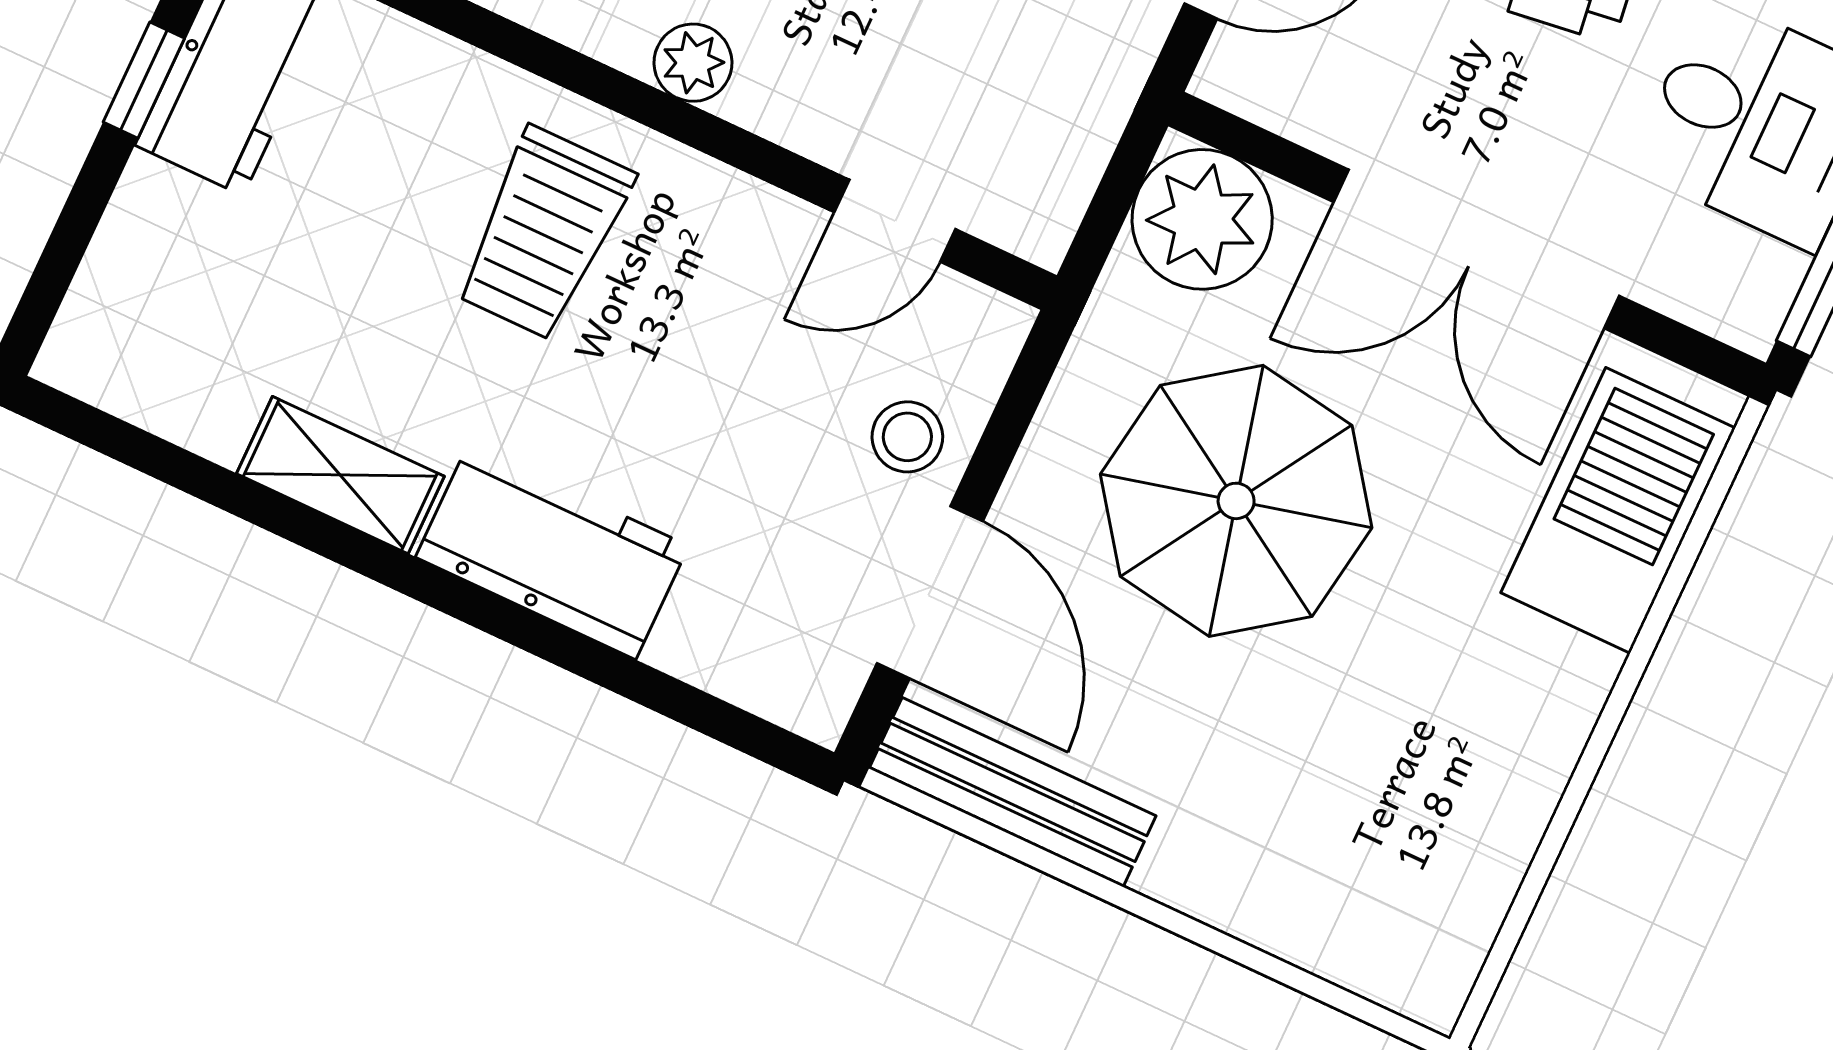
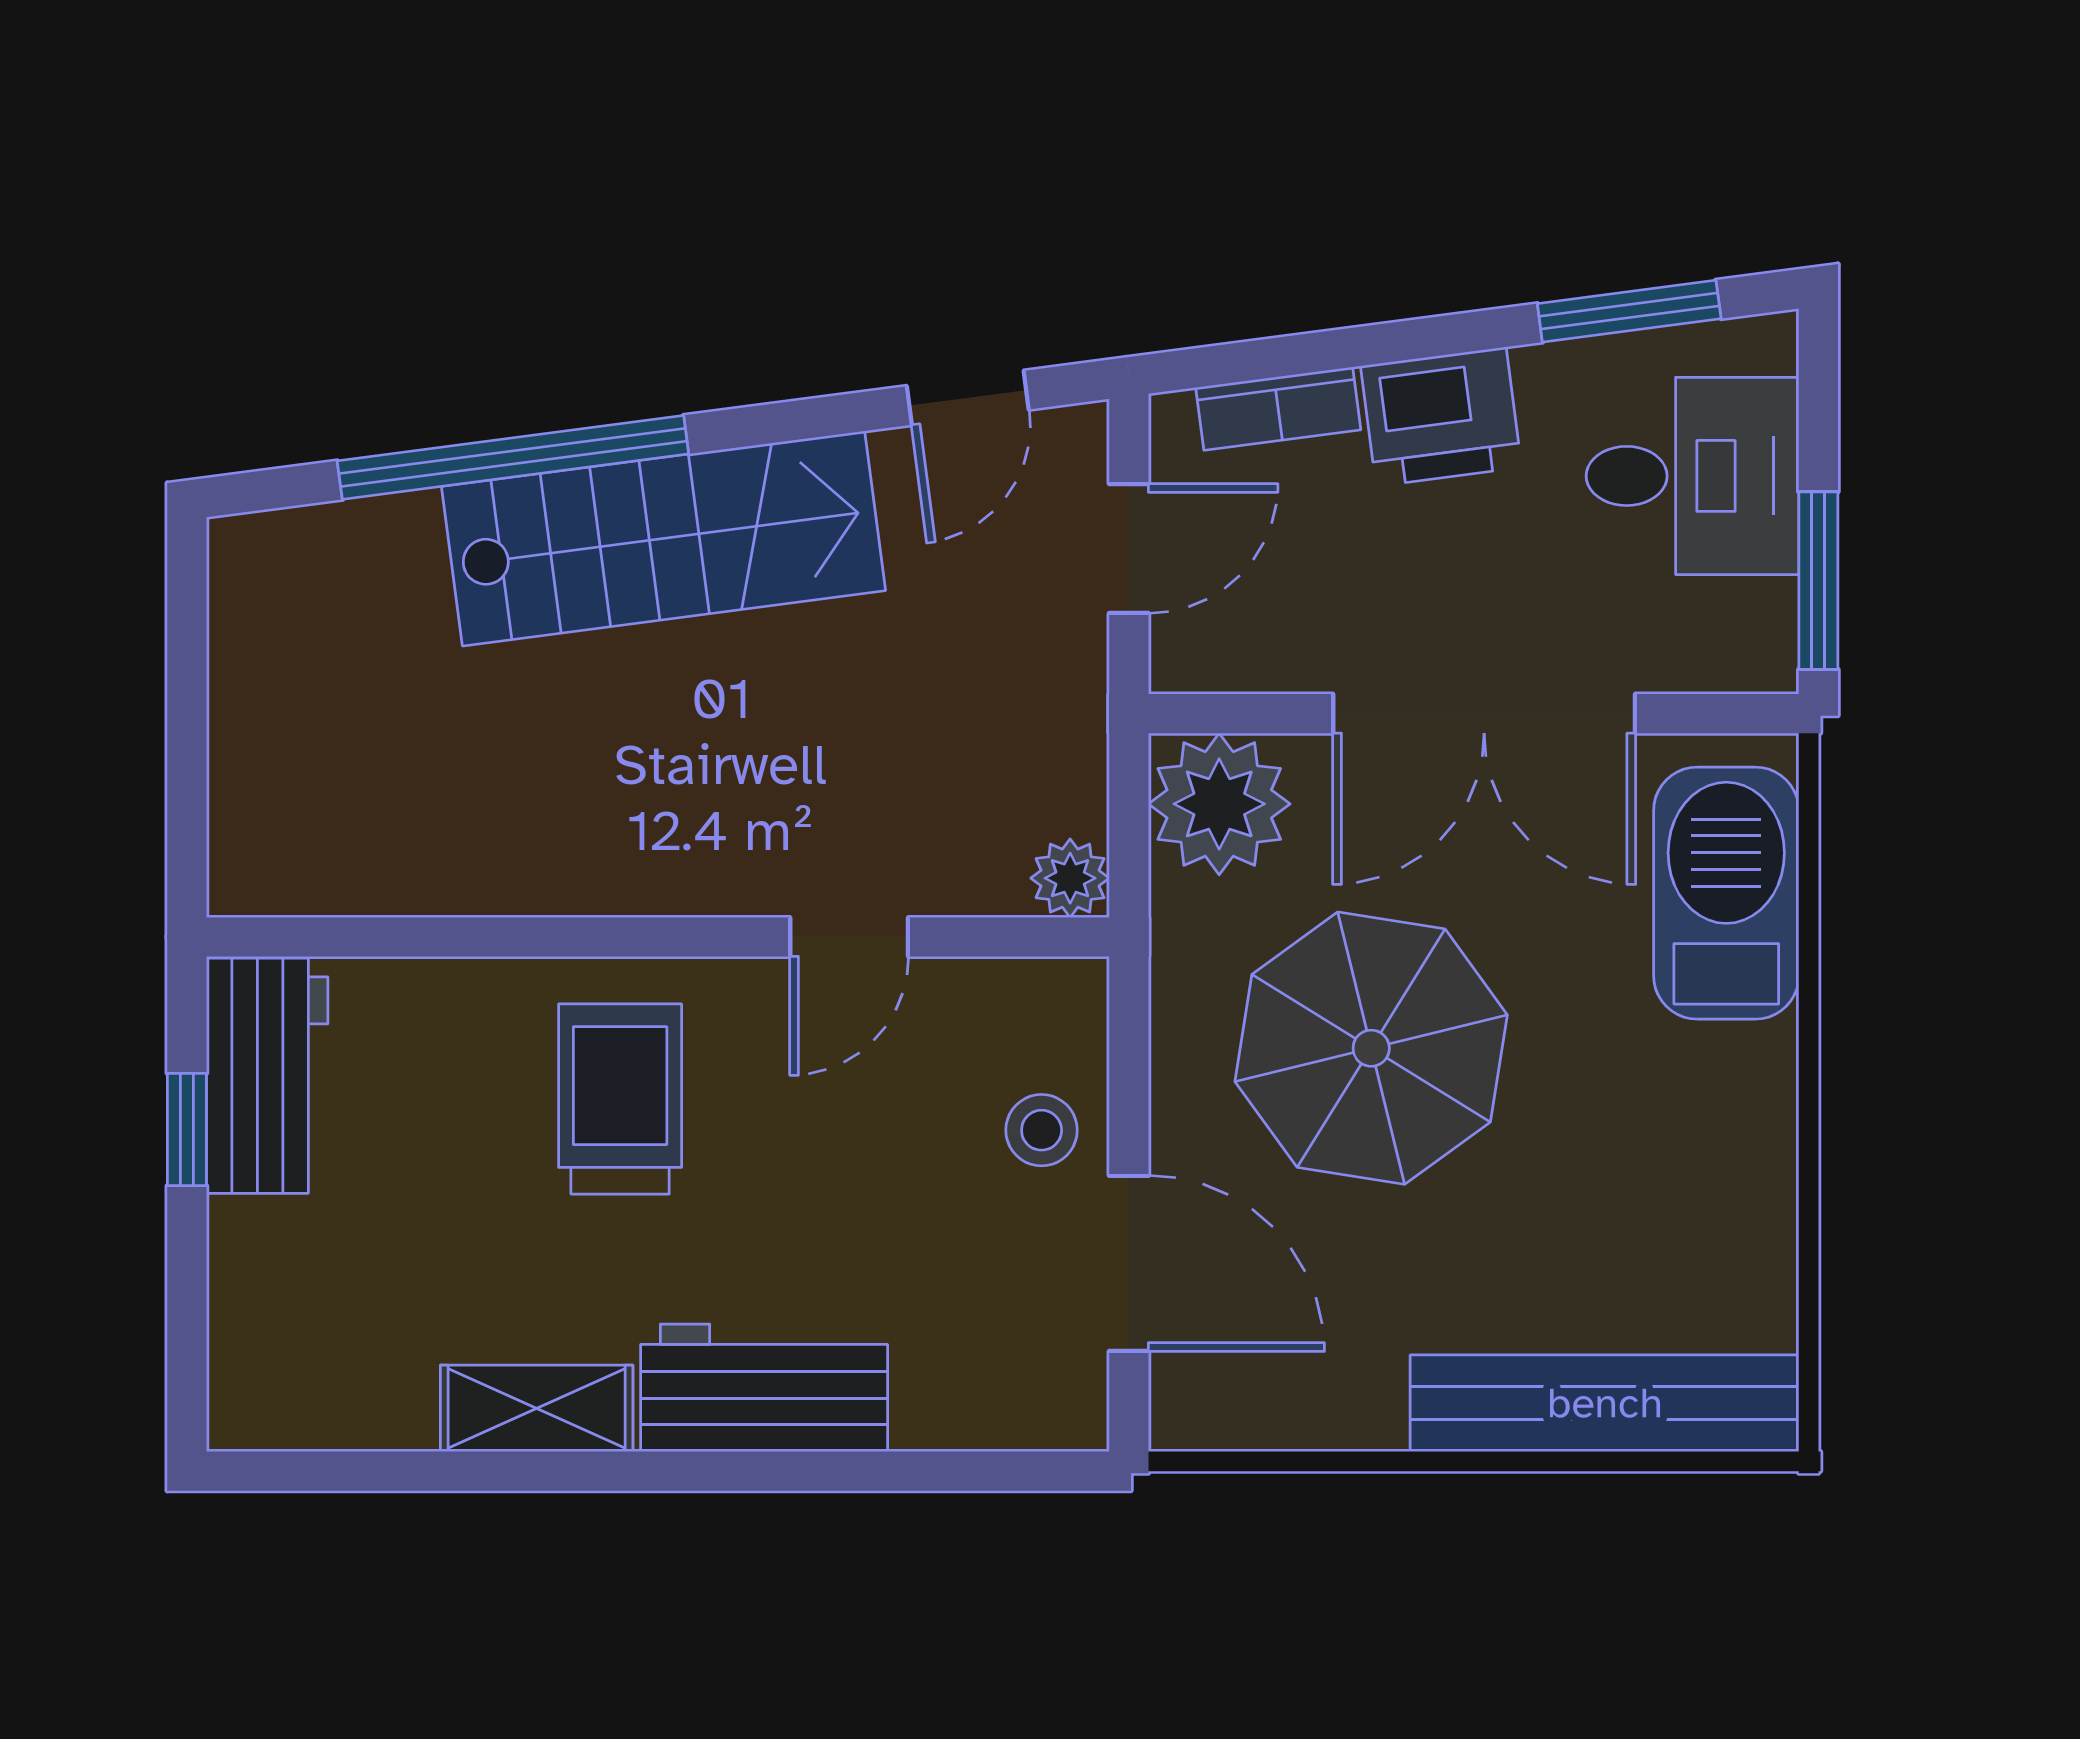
plant: (693, 63) -> (1070, 878), moved
door: (895, 221) -> (849, 937), moved
trolley: (544, 233) -> (620, 1099), turned 180
bench: (1013, 792) -> (1605, 1403), moved, width x1.37, depth x1.21

